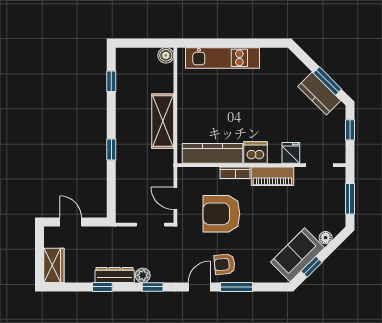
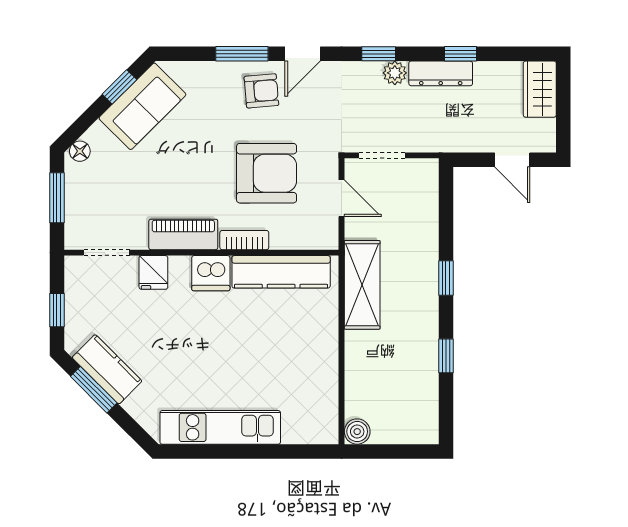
kitchen unit: (222, 58) -> (220, 427), moved
window: (111, 81) -> (446, 356), moved
shelving: (163, 121) -> (362, 285), moved
floor lamp: (326, 238) -> (80, 151), moved

